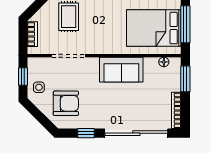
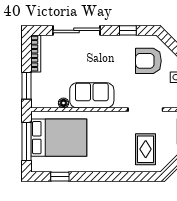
floor lamp: (164, 62) -> (64, 103), moved
sliding door: (136, 133) -> (77, 30), width x0.73

